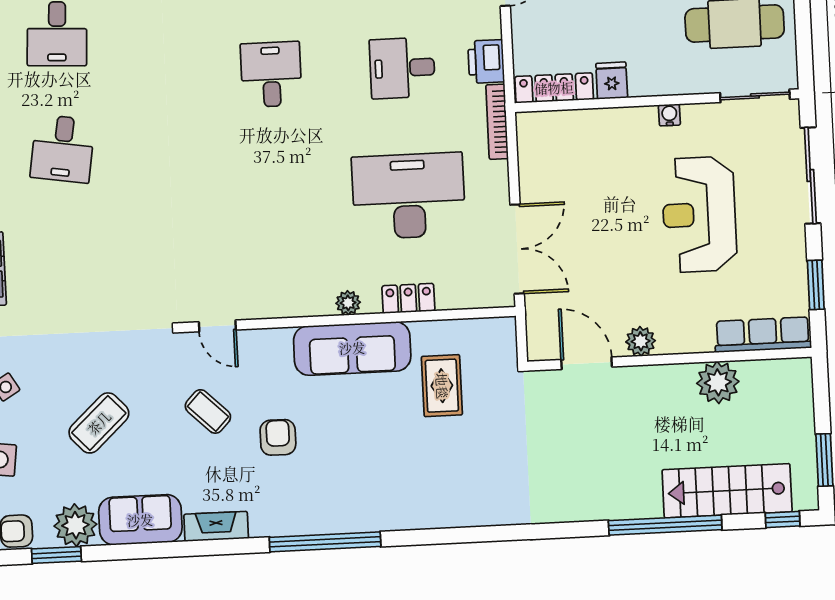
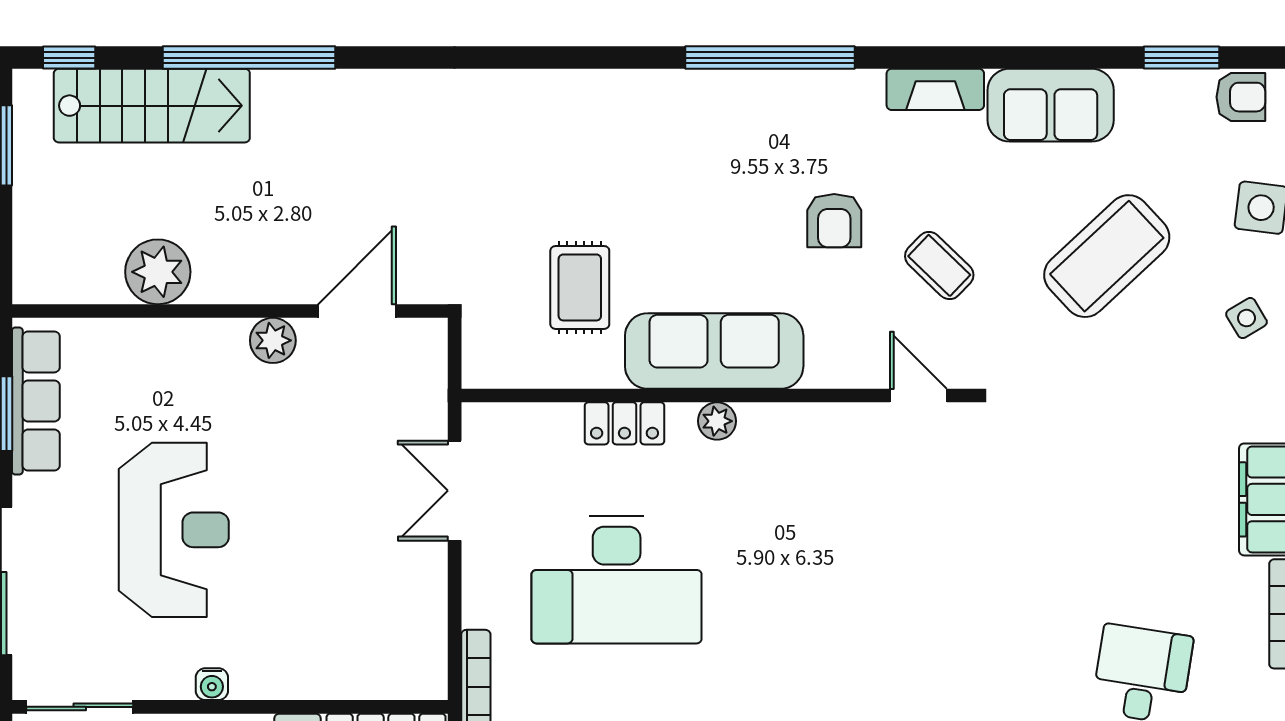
double door: (517, 249) -> (455, 491), width x0.73
row of seats: (763, 335) -> (36, 401), moved, turned -90
door: (587, 363) -> (357, 311), swing flipped
coffee table: (99, 423) -> (1107, 256), width x1.36, depth x1.32
plant: (75, 525) -> (1150, 102), removed

